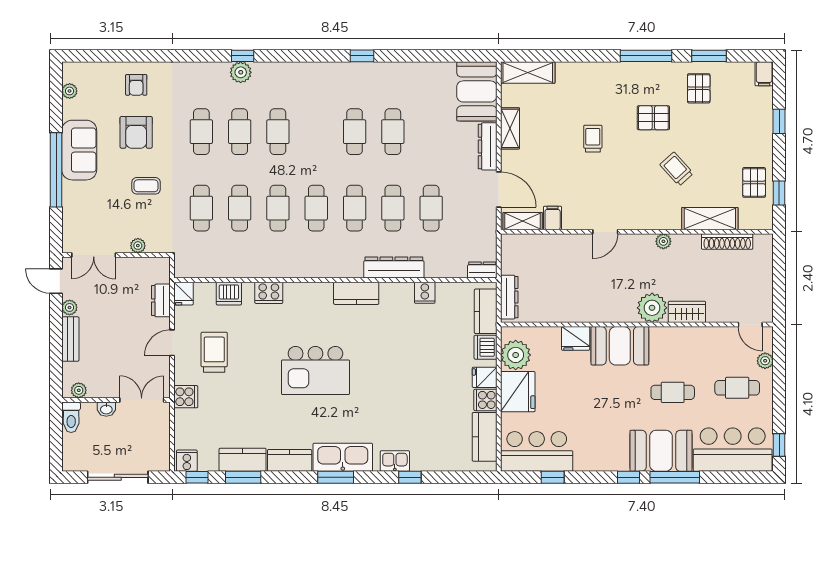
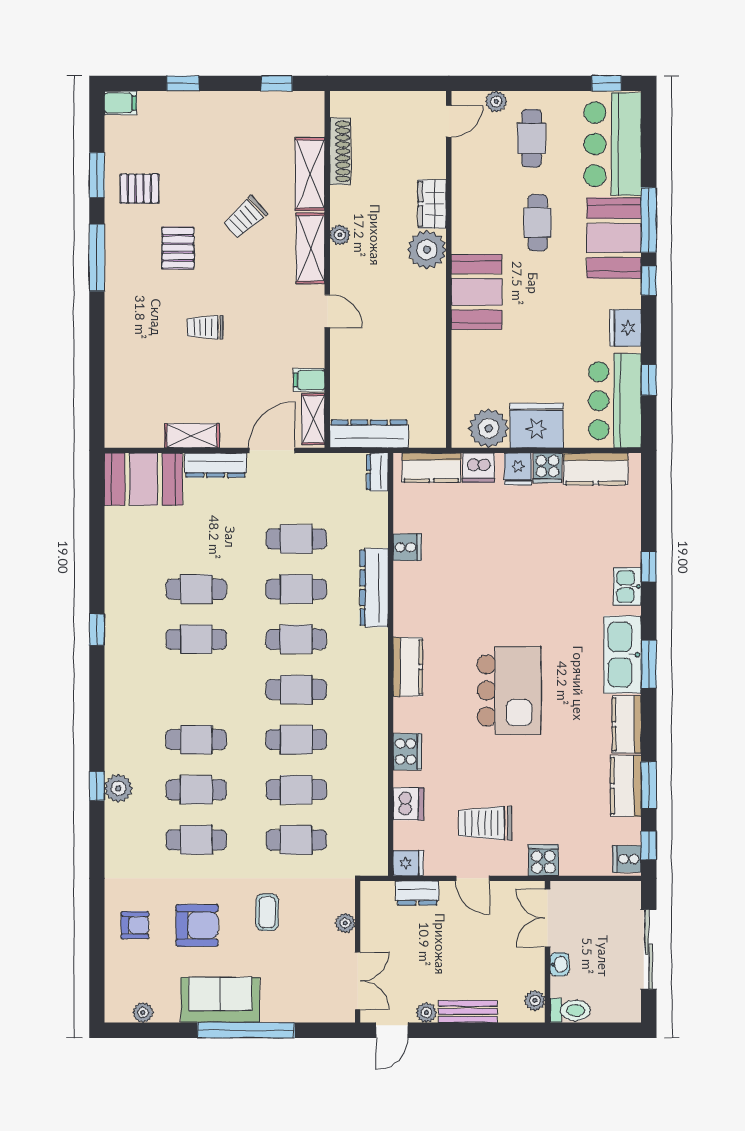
shelving: (528, 72) -> (311, 248), moved
pallet: (754, 182) -> (263, 116), removed
kitchen counter: (356, 293) -> (408, 667), moved
dresser: (509, 297) -> (369, 434), moved, width x1.37, depth x1.24
fridge: (576, 338) -> (625, 328), moved, turned 180

